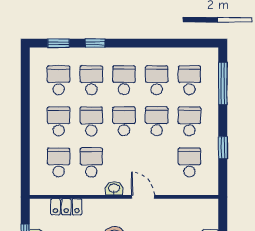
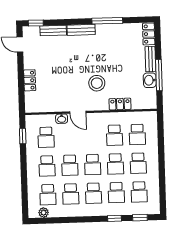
plant: (196, 55) -> (44, 213), added
window: (223, 83) -> (25, 193), removed
window: (223, 148) -> (23, 136), moved
washbasin: (114, 188) -> (62, 119), moved
locker: (66, 207) -> (120, 104), moved

